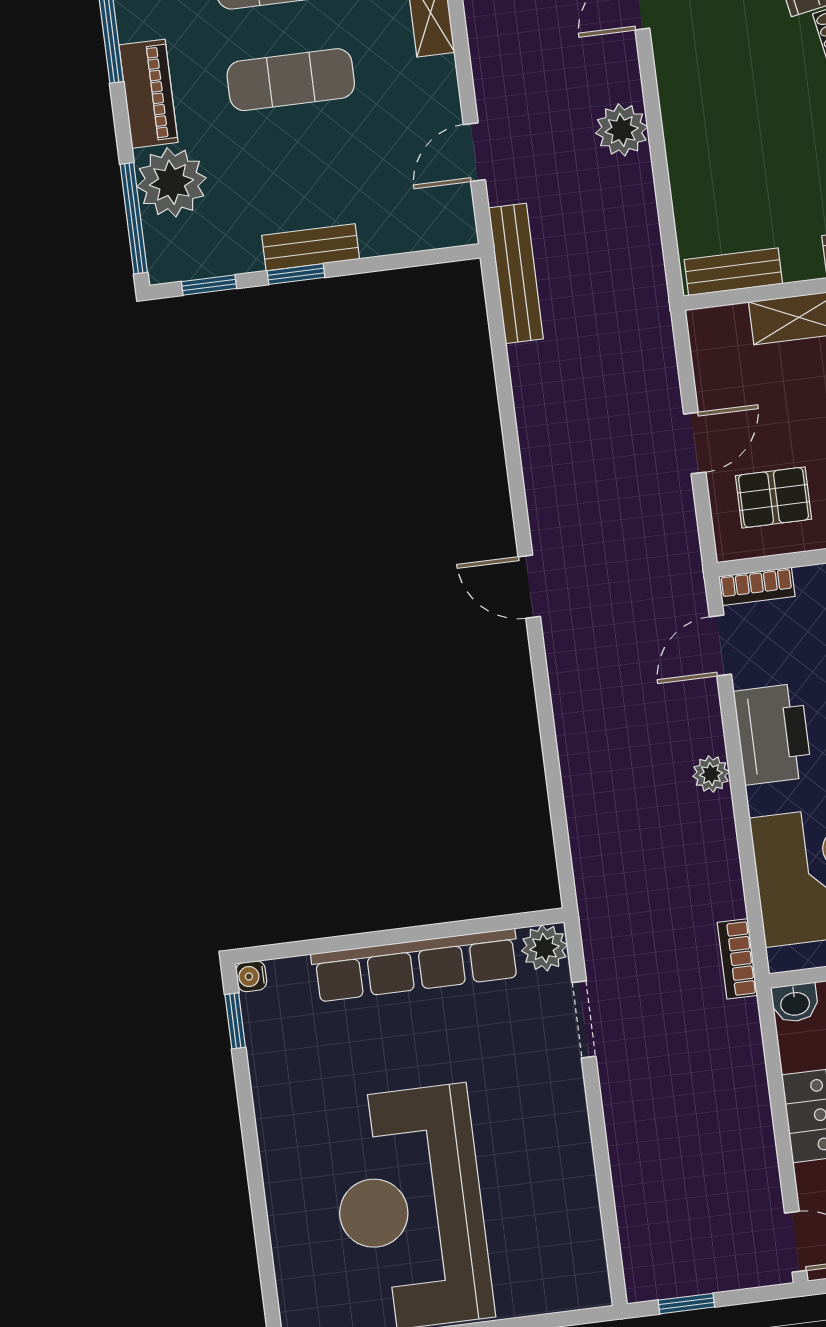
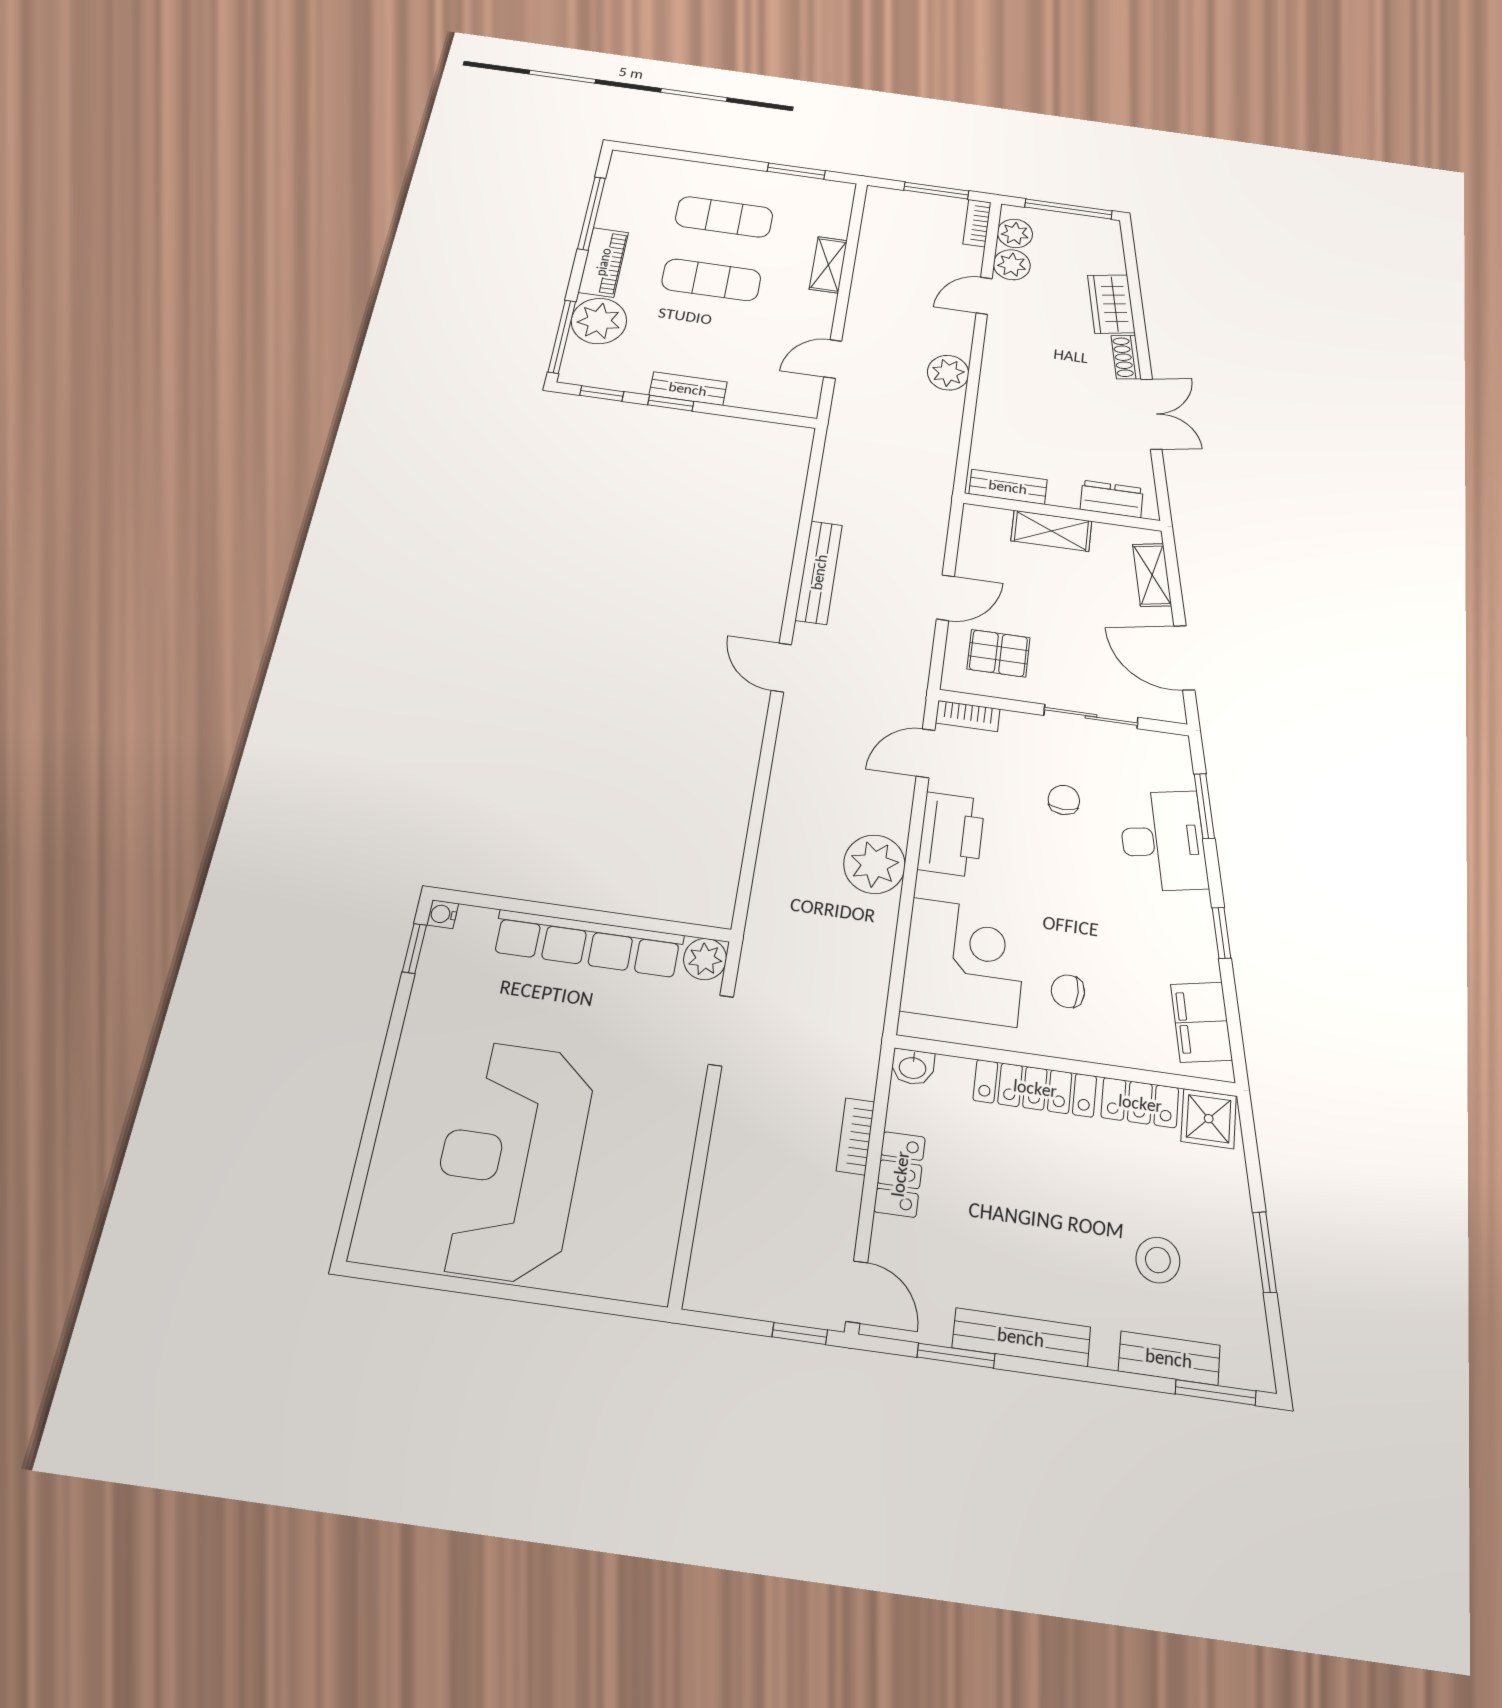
bench: (516, 273) -> (819, 572), moved
plant: (711, 774) -> (874, 864), width x1.87, depth x1.87
bookcase: (737, 959) -> (855, 1136), moved
window: (686, 1304) -> (800, 1333), moved

